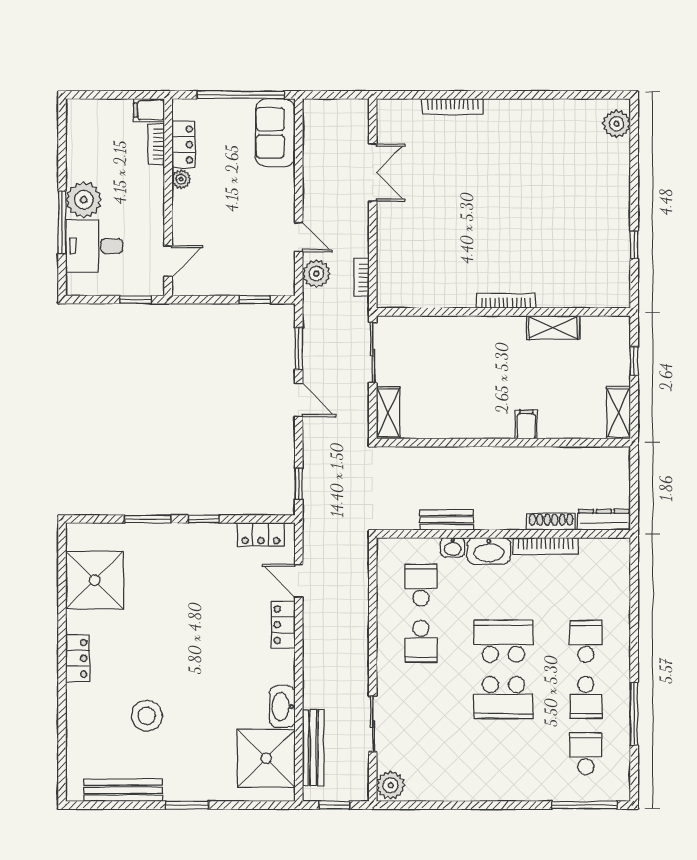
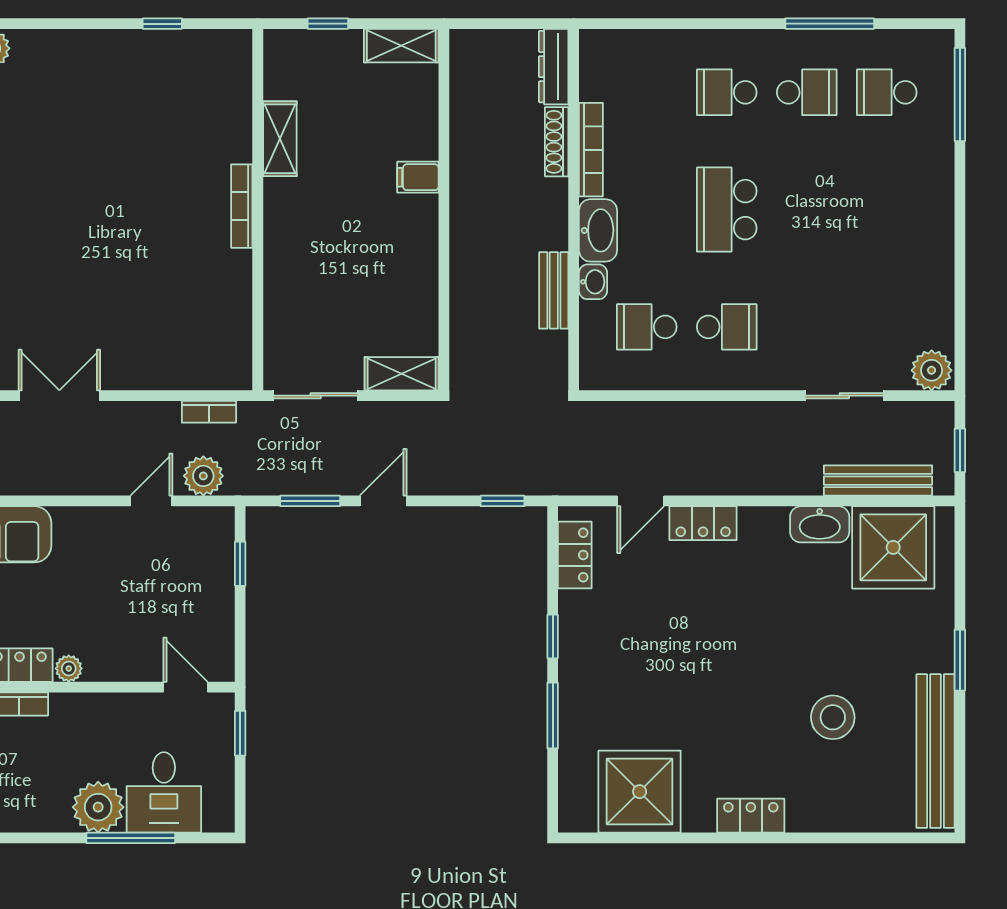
school desk: (503, 698) -> (807, 210), removed
bench: (123, 790) -> (935, 751), width x1.37, depth x1.21

